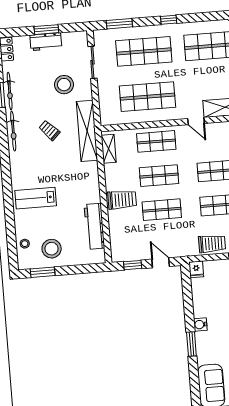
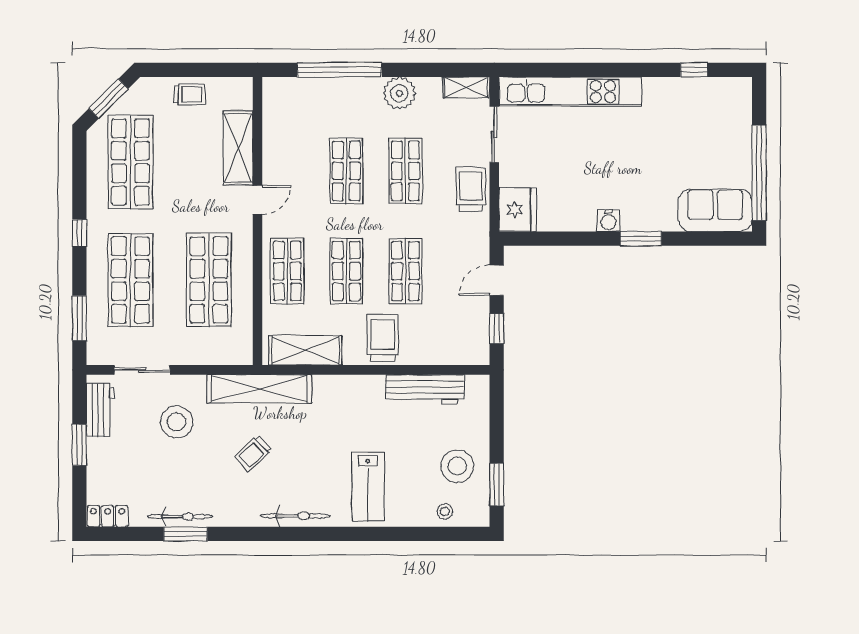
workbench: (46, 42) -> (100, 410), moved
bicycle: (13, 131) -> (295, 516), moved
shelving: (109, 149) -> (305, 350), width x1.50, depth x1.33
fridge: (196, 269) -> (518, 210), width x1.88, depth x1.34

